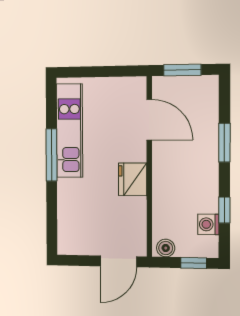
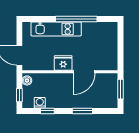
door: (149, 120) -> (84, 72), moved
kitchen unit: (69, 131) -> (56, 29), moved
window: (51, 155) -> (76, 19), width x1.46

